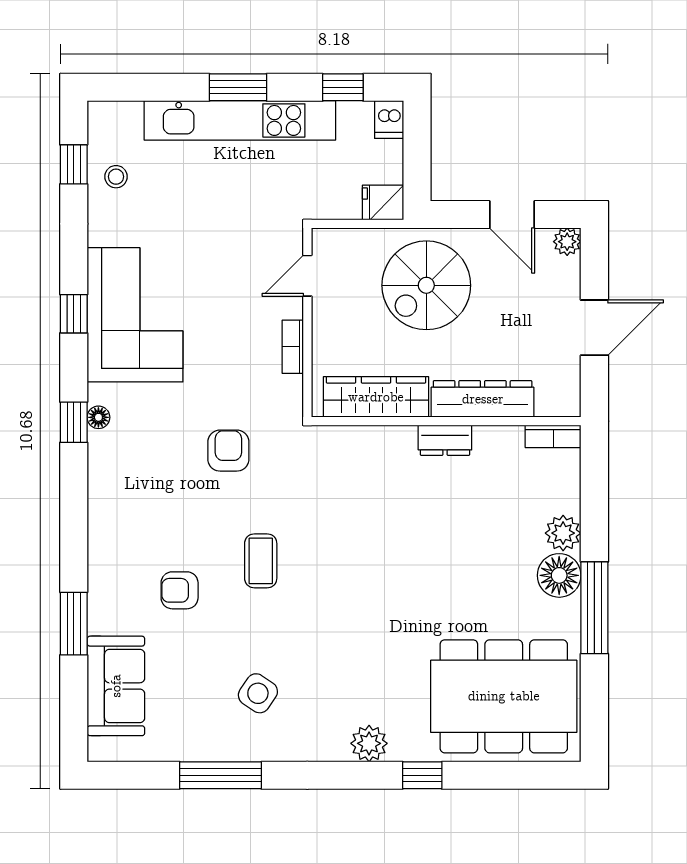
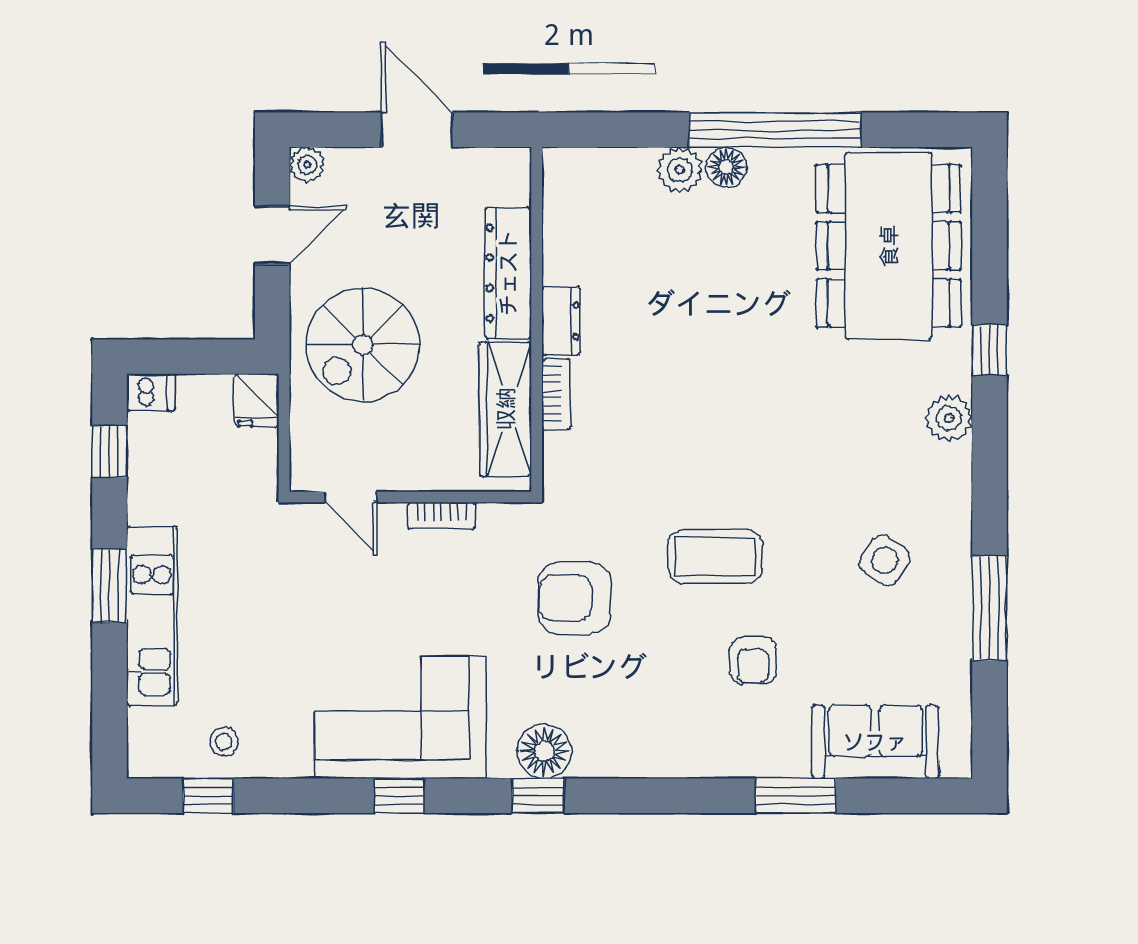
kitchen unit: (240, 120) -> (152, 616), width x0.73
spiral stairs: (426, 285) -> (363, 345), turned 90
floor lamp: (98, 417) -> (544, 751), width x1.89, depth x1.89
bookcase: (553, 436) -> (556, 394), moved
armchair: (228, 451) -> (574, 598), width x1.38, depth x1.38
coffee table: (261, 561) -> (715, 557), width x1.36, depth x1.30
floor lamp: (559, 575) -> (726, 167), width x0.73, depth x0.73
window: (594, 608) -> (775, 130), width x1.46

